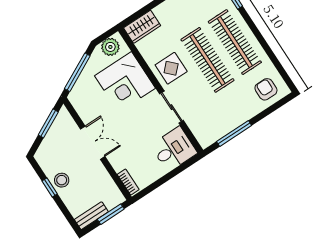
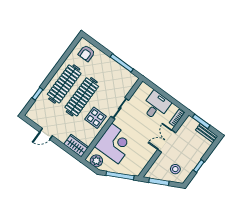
double door: (93, 143) -> (167, 141), moved
desk: (174, 149) -> (156, 106), moved, turned 90
stool: (62, 180) -> (175, 169), moved

